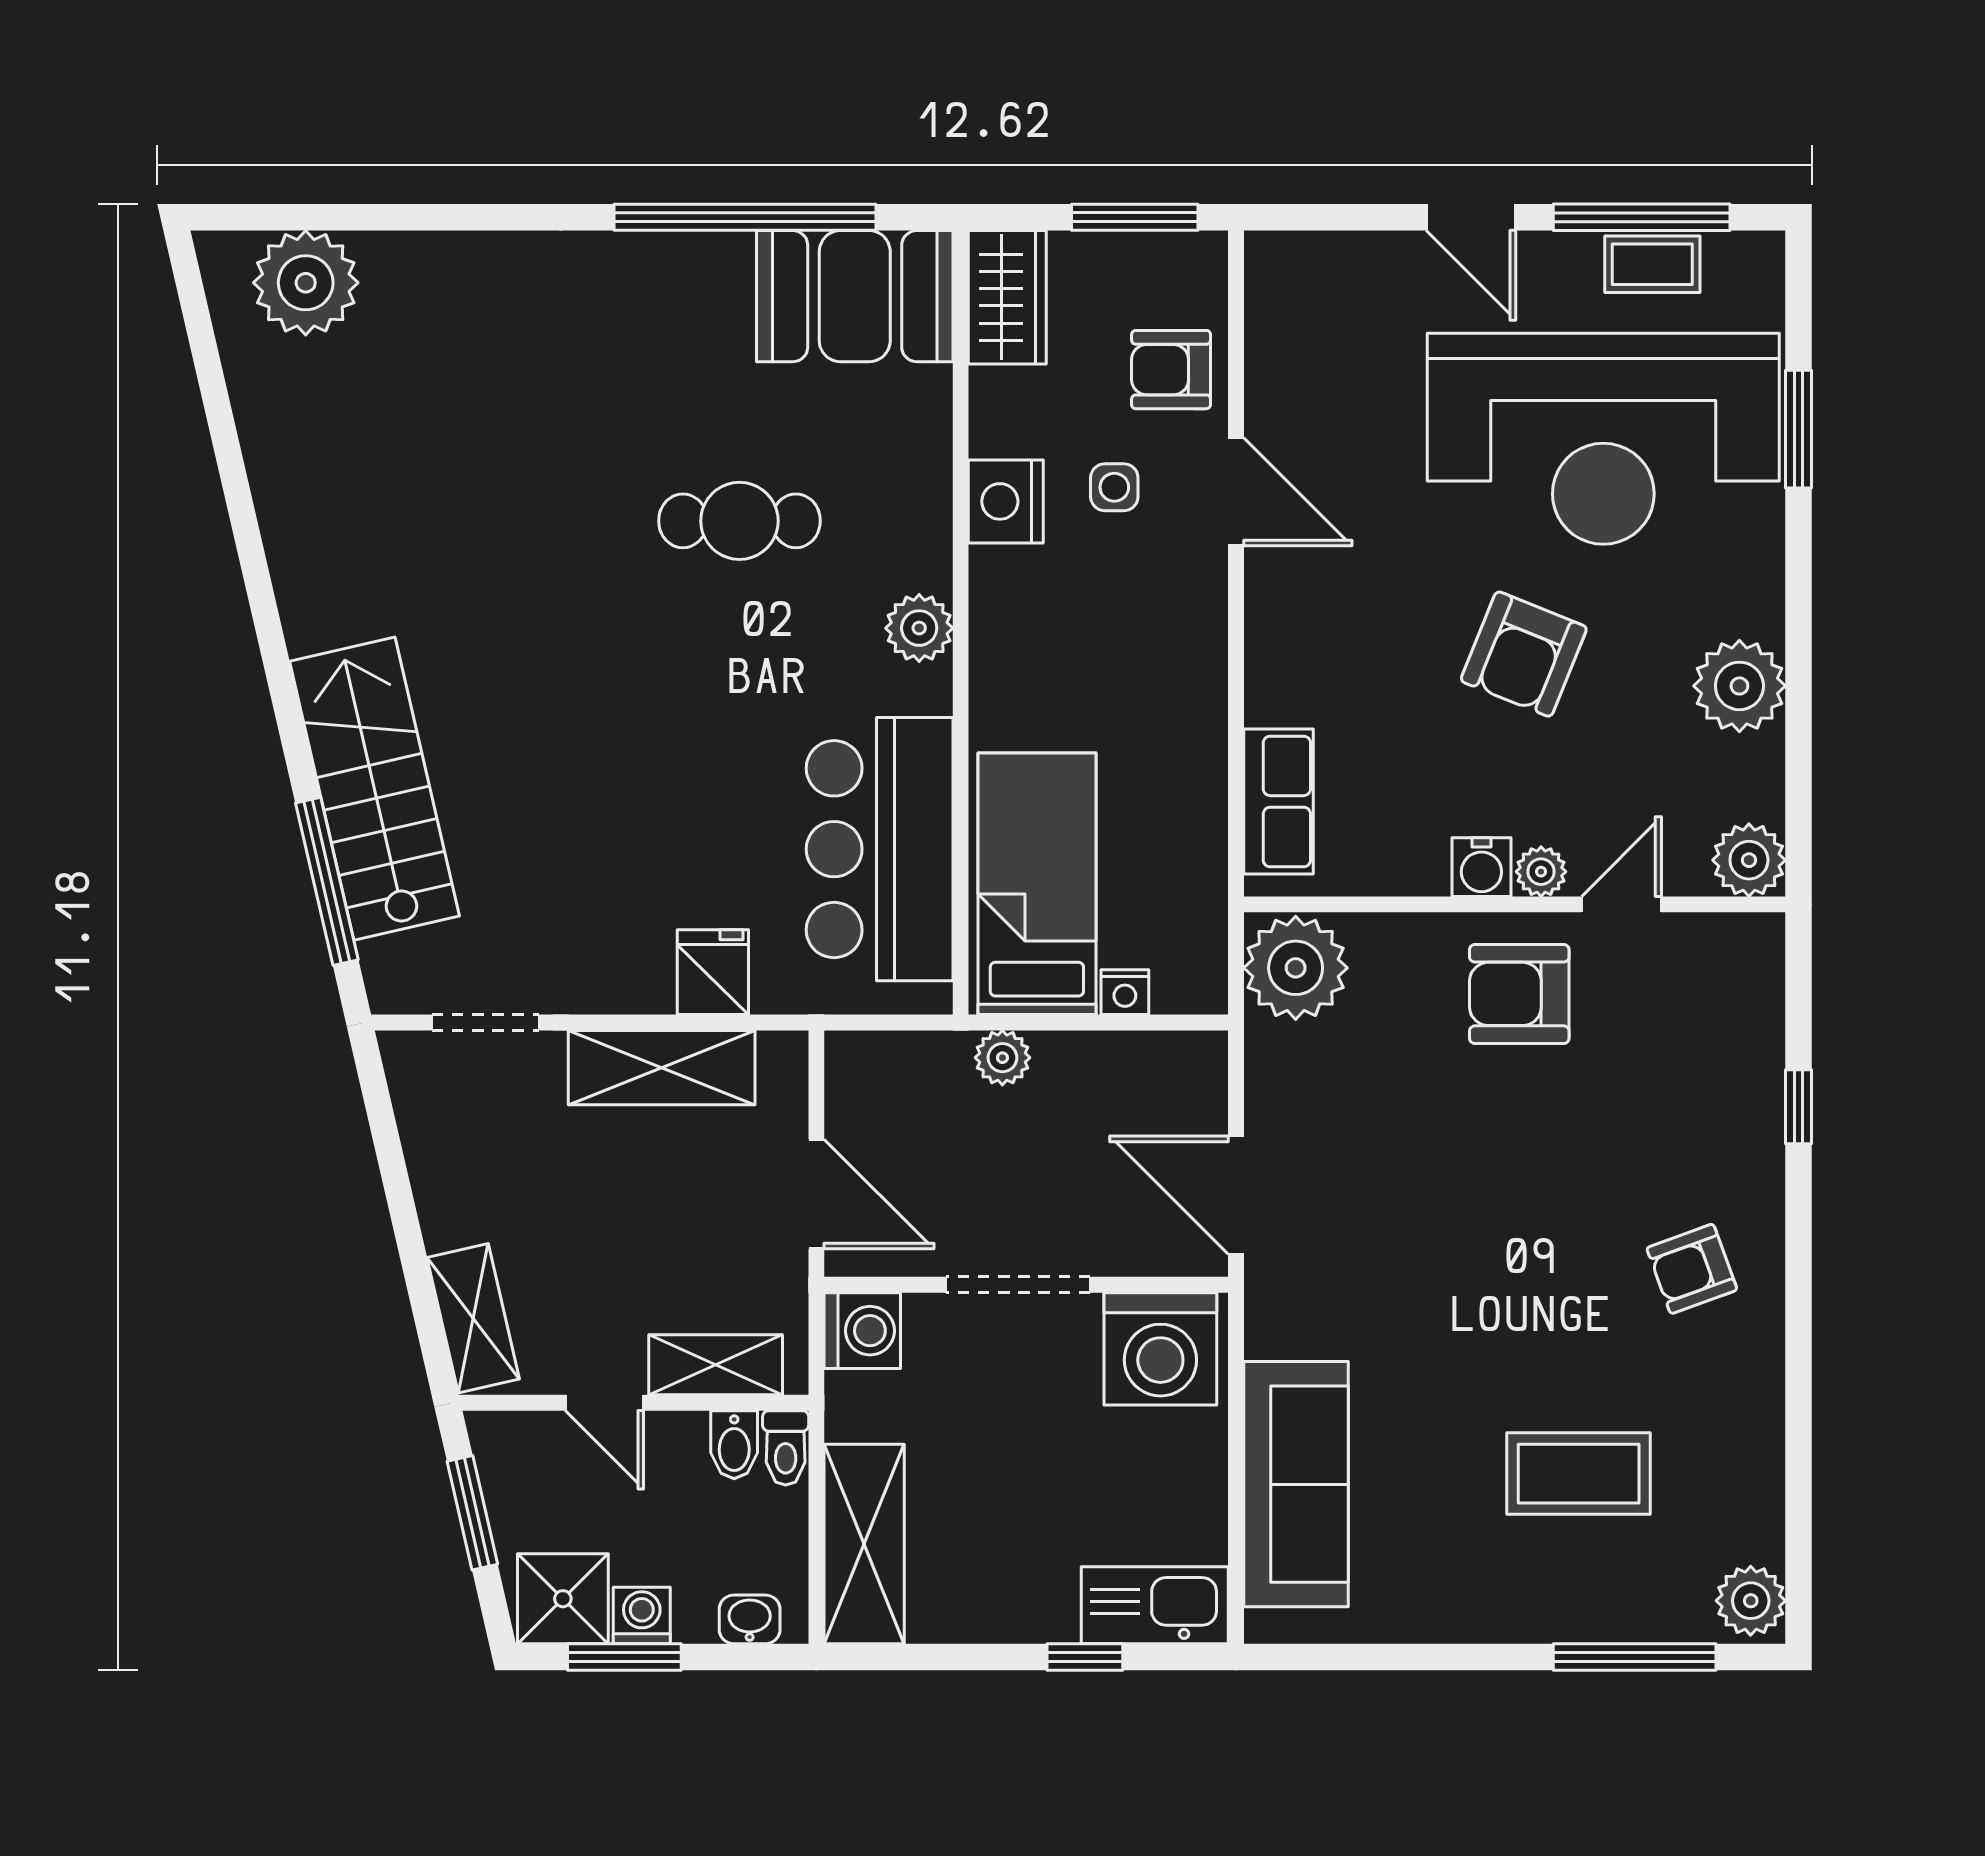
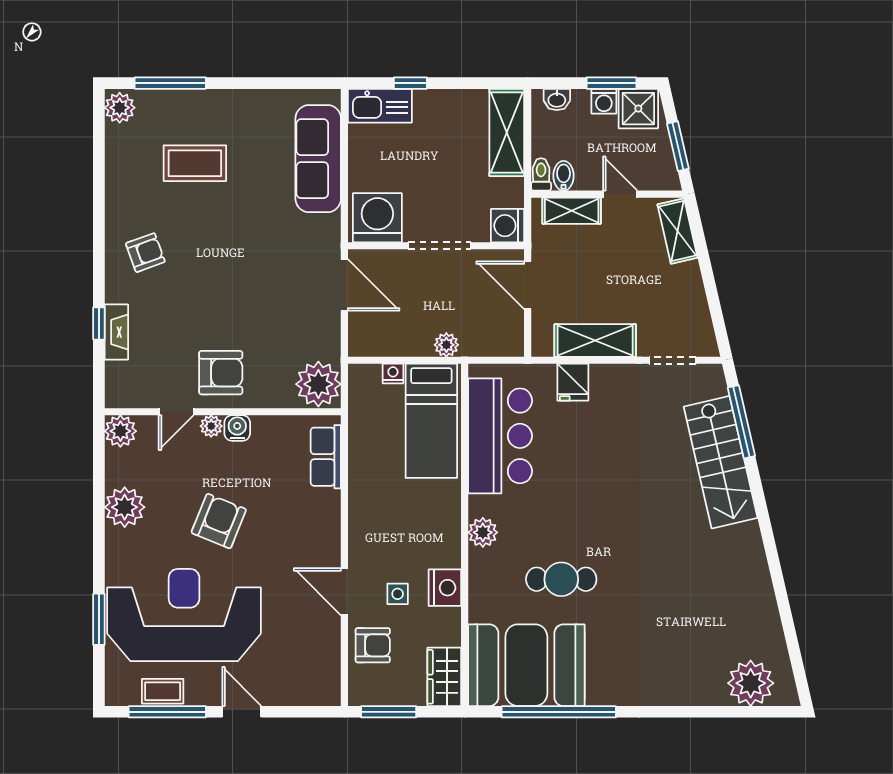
booth: (855, 296) -> (526, 665), width x1.36, depth x1.42
fireplace: (1758, 1087) -> (116, 332), added

